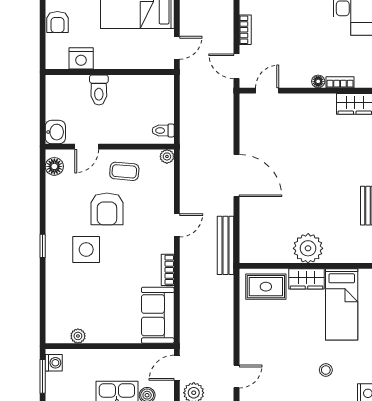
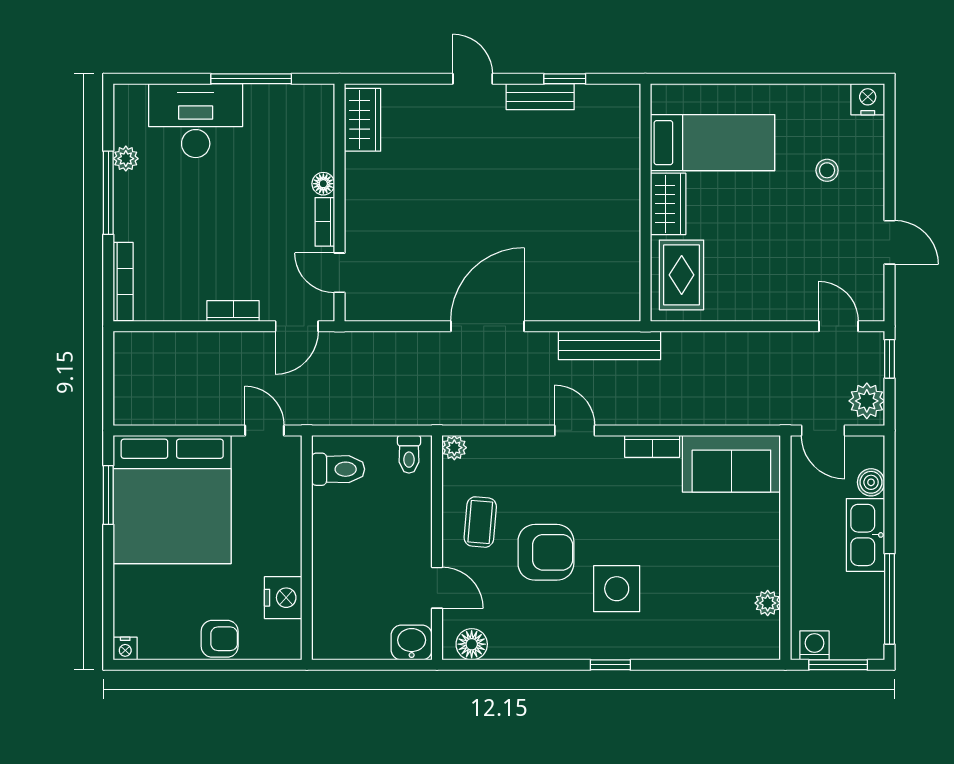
bookcase: (340, 82) -> (325, 222), moved
toilet: (99, 90) -> (338, 469), moved
plant: (308, 248) -> (615, 201), removed

